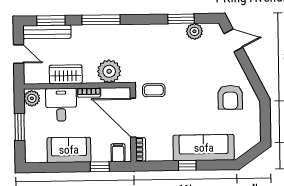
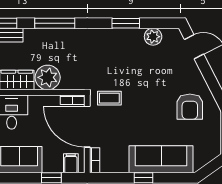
window: (181, 19) -> (126, 23), moved
plant: (109, 71) -> (48, 77), moved
bookcase: (89, 93) -> (73, 100), moved

